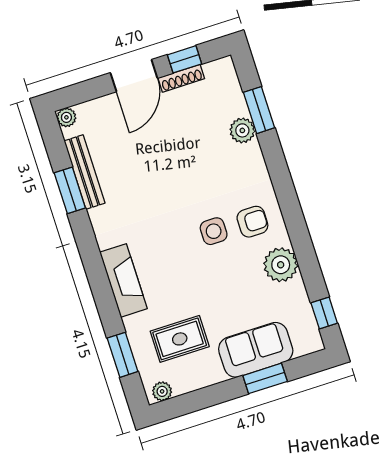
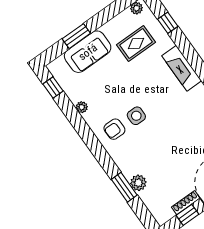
window: (259, 110) -> (124, 187), moved
plant: (281, 265) -> (82, 107), width x0.53, depth x0.53
window: (123, 355) -> (168, 23), width x0.67

